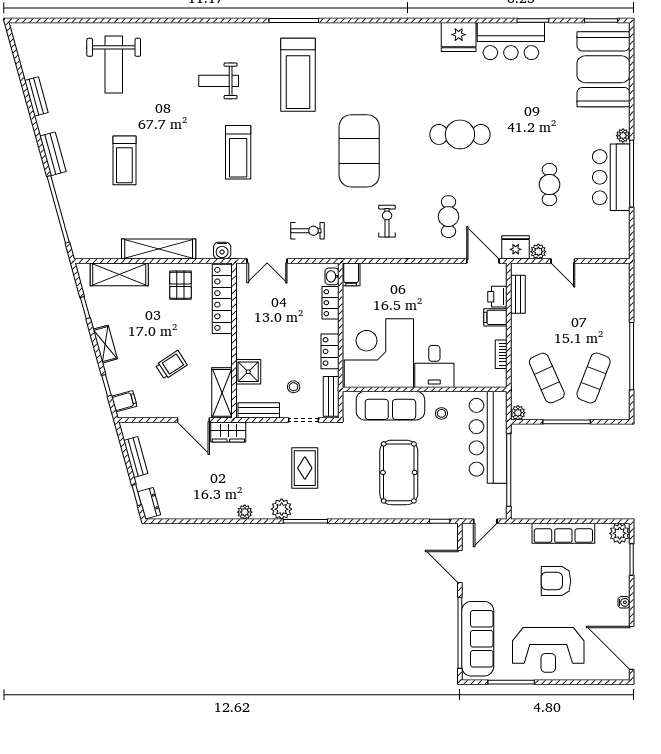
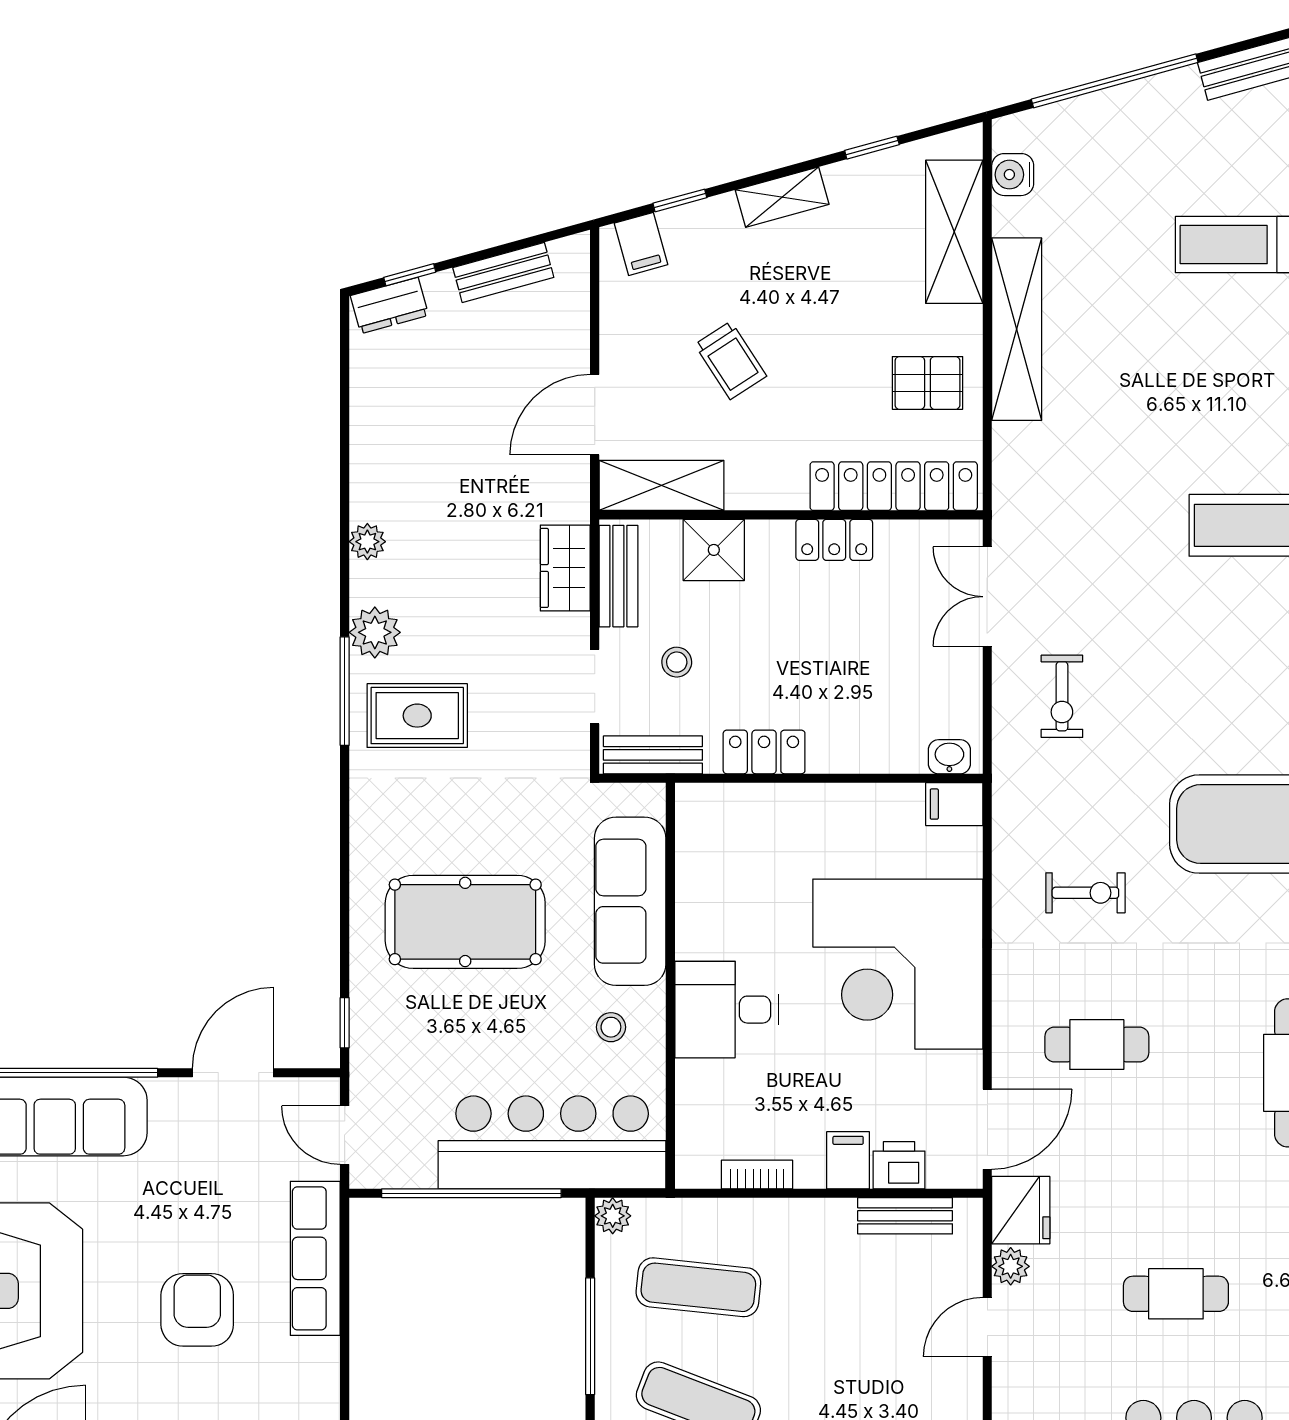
water cooler: (222, 251) -> (1013, 175), moved
locker: (331, 303) -> (834, 540), moved, turned 180
corner desk: (379, 353) -> (898, 964), moved, turned 180
exercise mat: (547, 378) -> (698, 1287), turned 30
wardrobe: (228, 432) -> (565, 568), moved
rug: (305, 468) -> (417, 716), moved
row of seats: (563, 533) -> (315, 1258), moved

